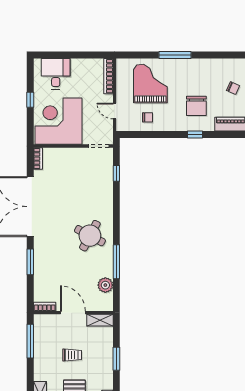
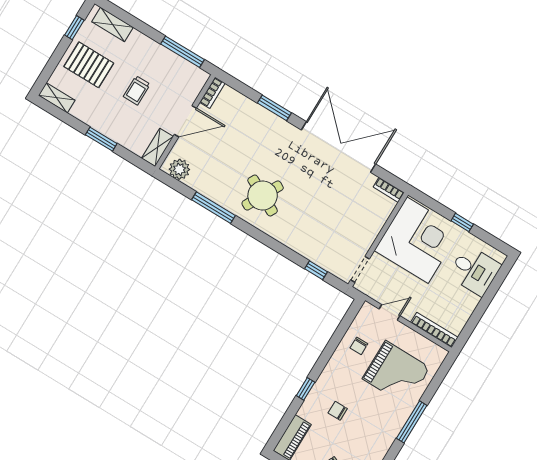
chair: (196, 106) -> (338, 411), width x0.54, depth x0.54
plant: (105, 285) -> (179, 169), moved

